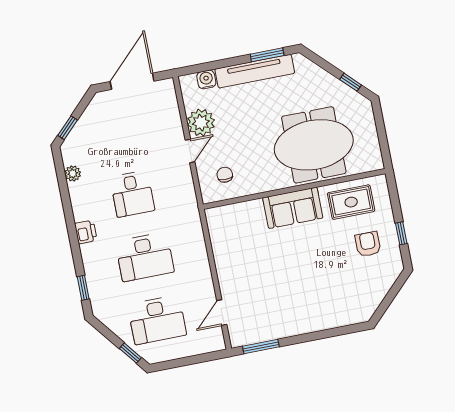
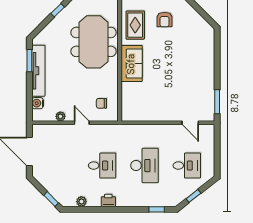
plant: (201, 123) -> (60, 116), width x0.53, depth x0.53
printer: (86, 232) -> (108, 200), moved
armchair: (368, 244) -> (165, 20), turned -90
desk: (157, 320) -> (187, 166), width x0.73
window: (130, 353) -> (193, 196), moved

